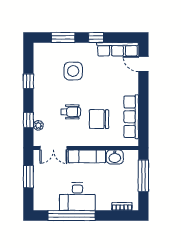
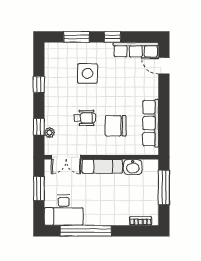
desk: (77, 197) -> (64, 210), moved

